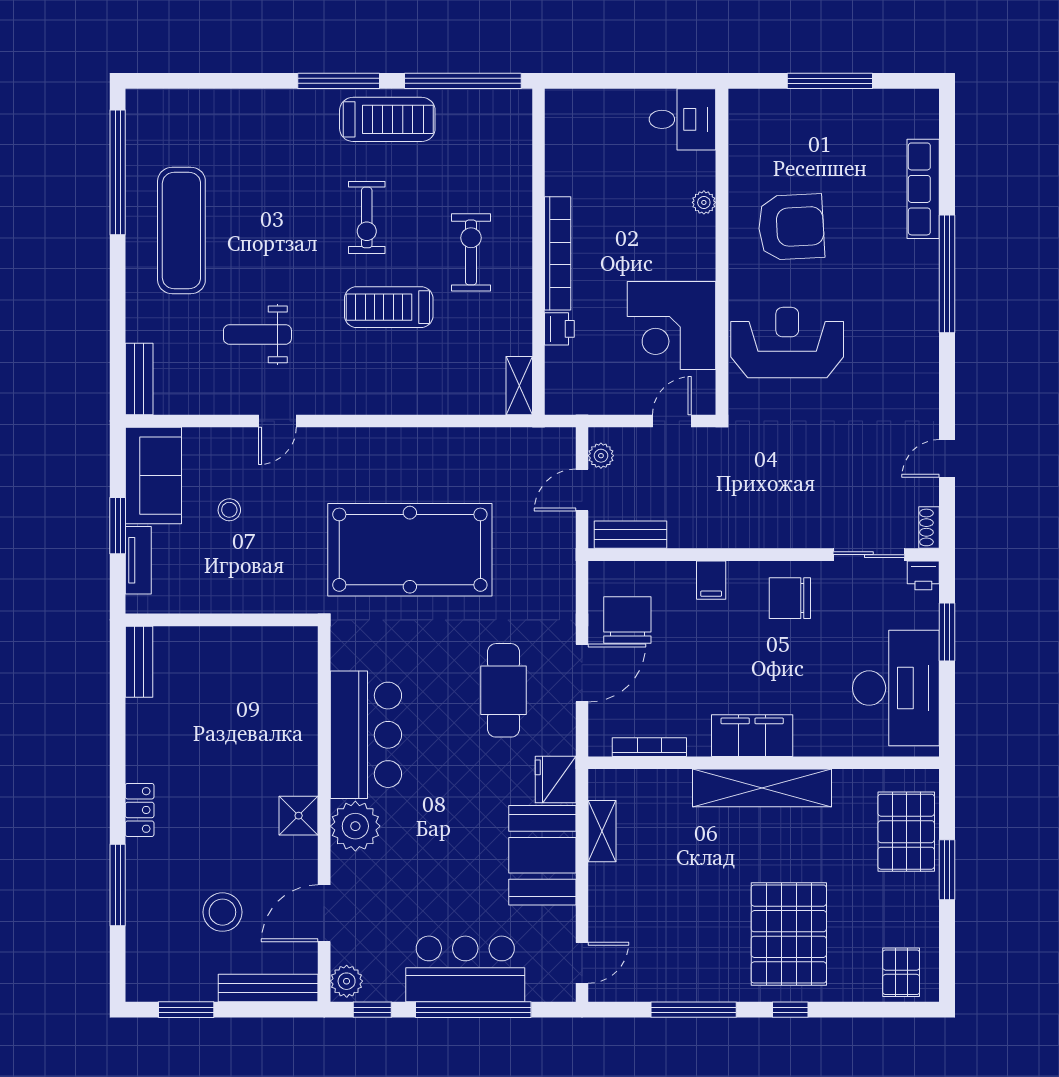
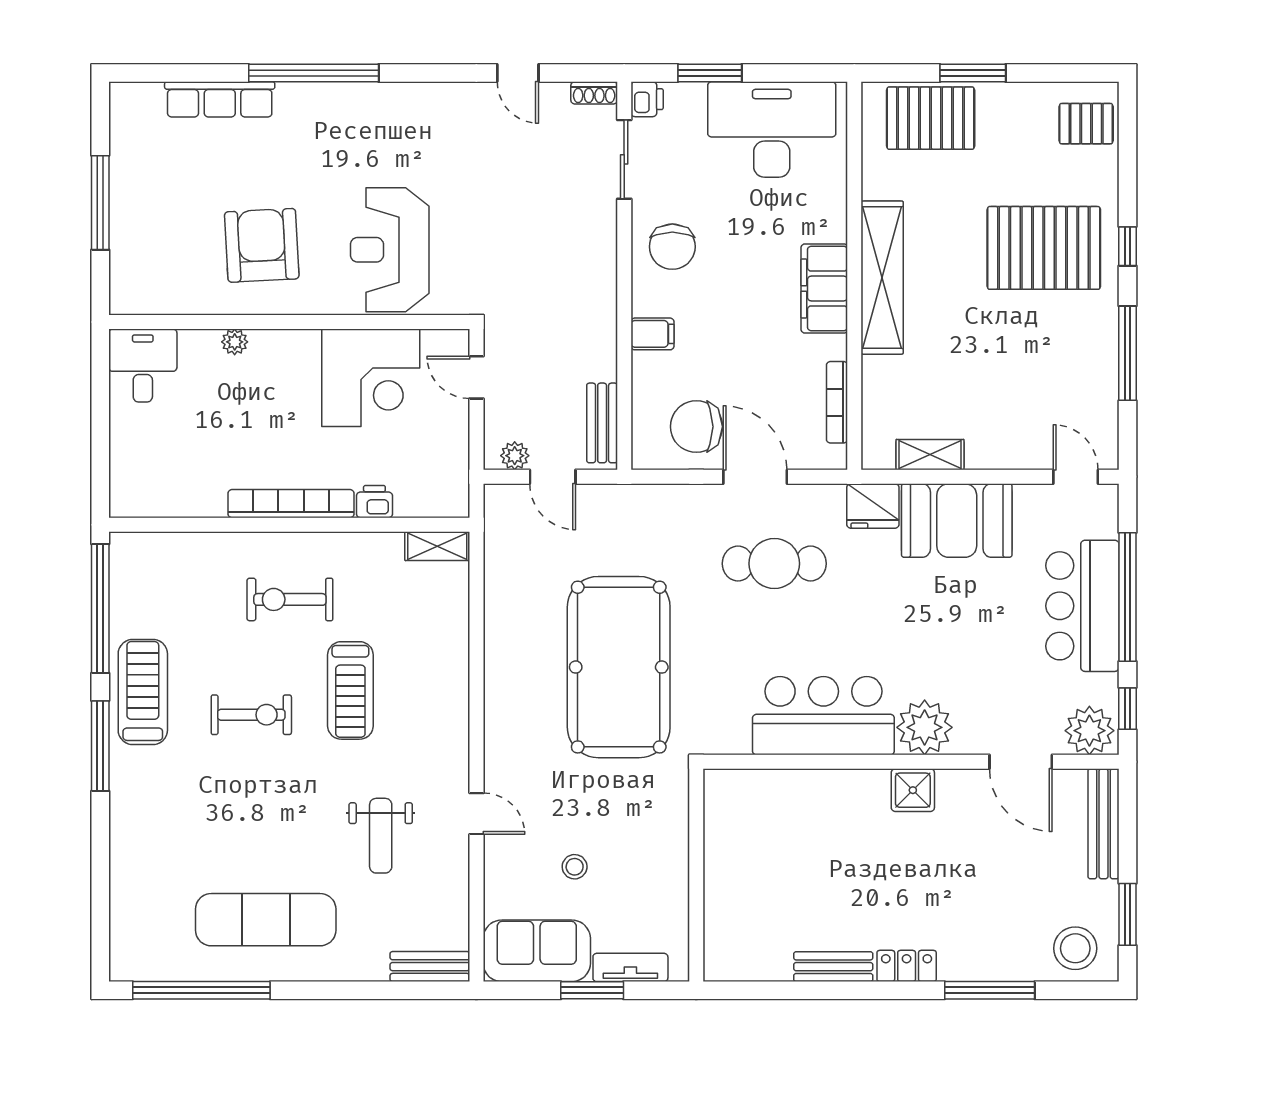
bench: (139, 662) -> (833, 967), moved
stool: (222, 912) -> (1075, 948), moved
plant: (347, 981) -> (1089, 731), width x1.36, depth x1.36

